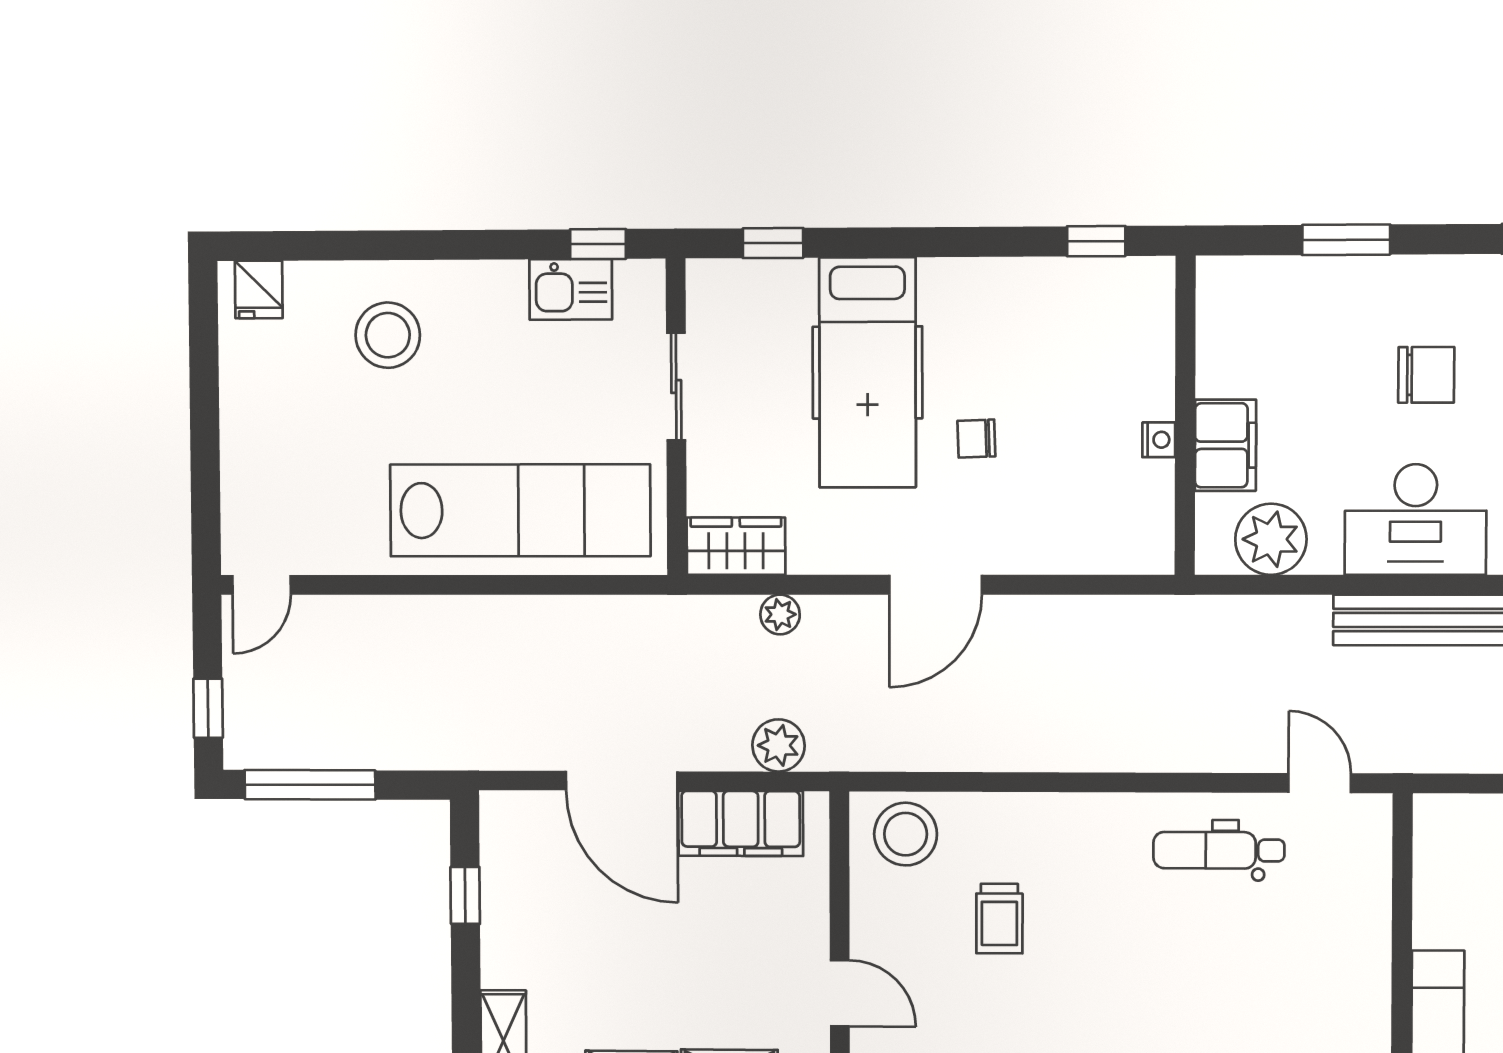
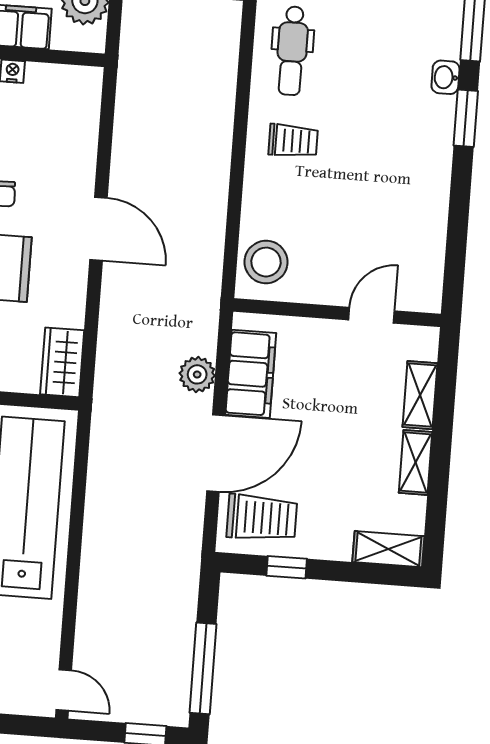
plant: (780, 614) -> (111, 336), removed
plant: (778, 745) -> (197, 374), moved
trolley: (534, 854) -> (262, 518), added
trolley: (999, 919) -> (293, 141), moved

